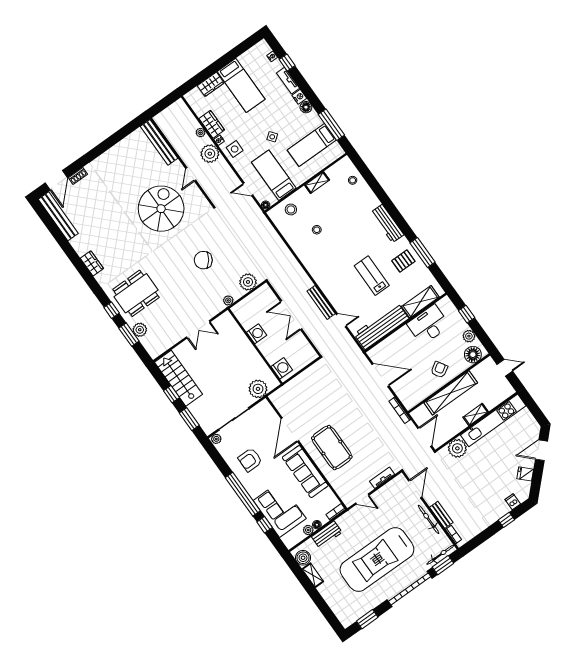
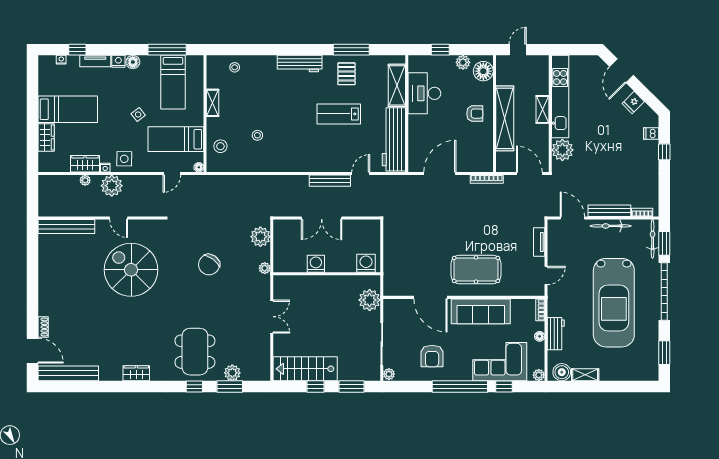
armchair: (439, 370) -> (475, 114), turned 122
bench: (441, 515) -> (609, 211), width x1.36
plant: (308, 530) -> (539, 375), moved

